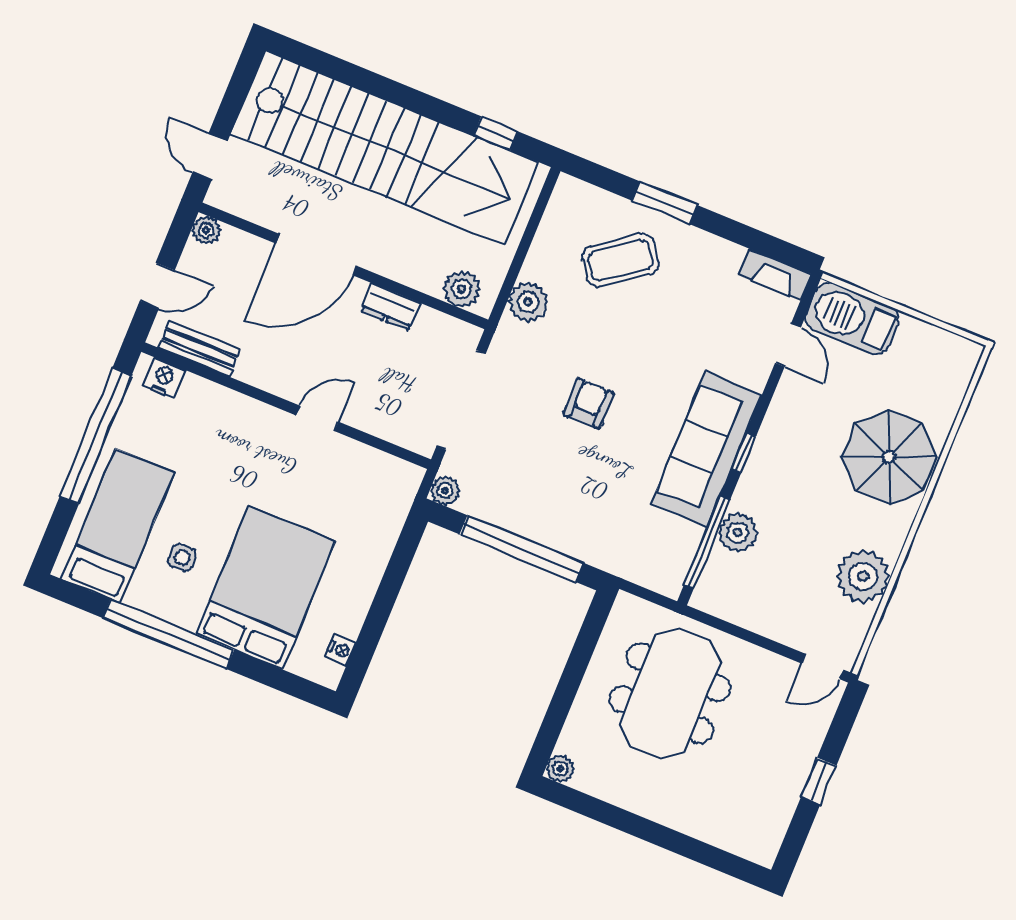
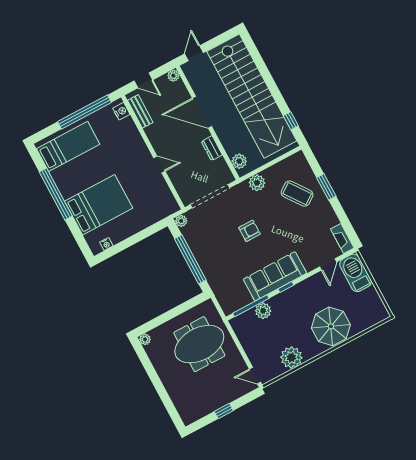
side table: (182, 557) -> (80, 173), removed

